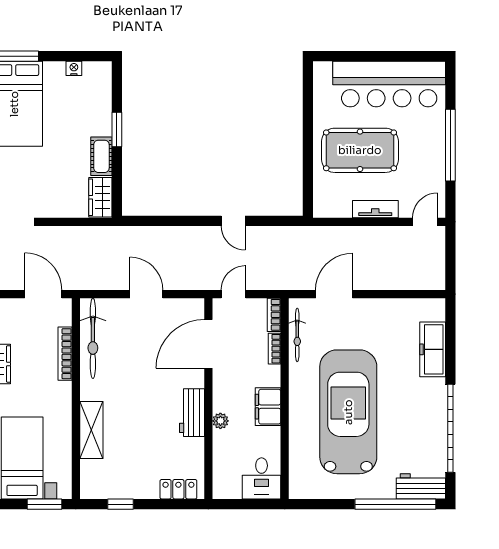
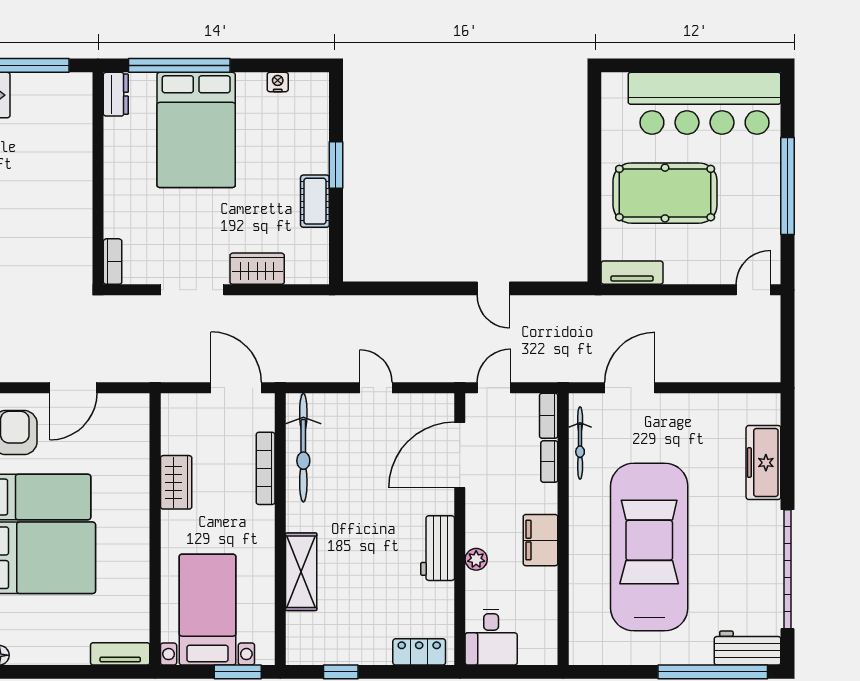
wardrobe: (100, 197) -> (257, 269), moved, turned 90
tv unit: (375, 209) -> (632, 273), moved
door: (146, 294) -> (376, 388), width x0.73
desk: (262, 478) -> (491, 637), moved

